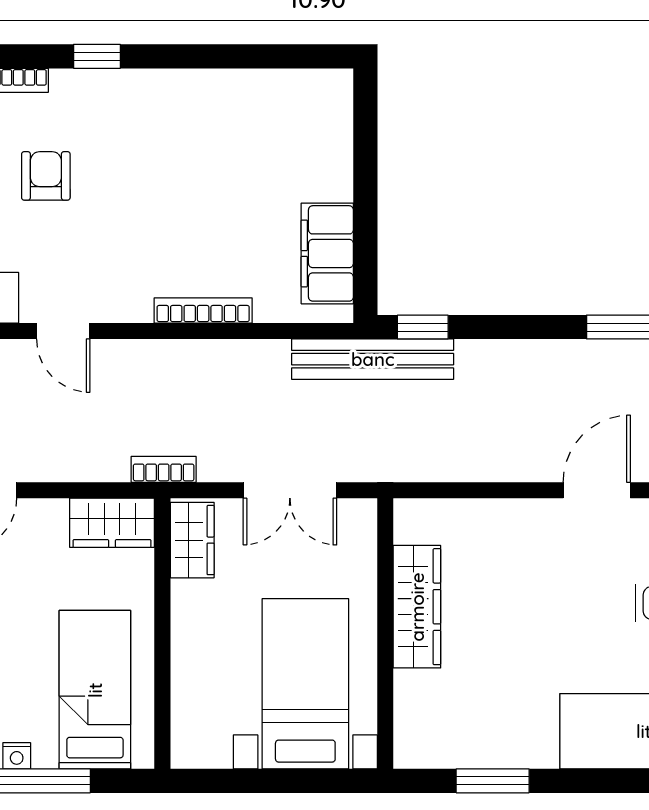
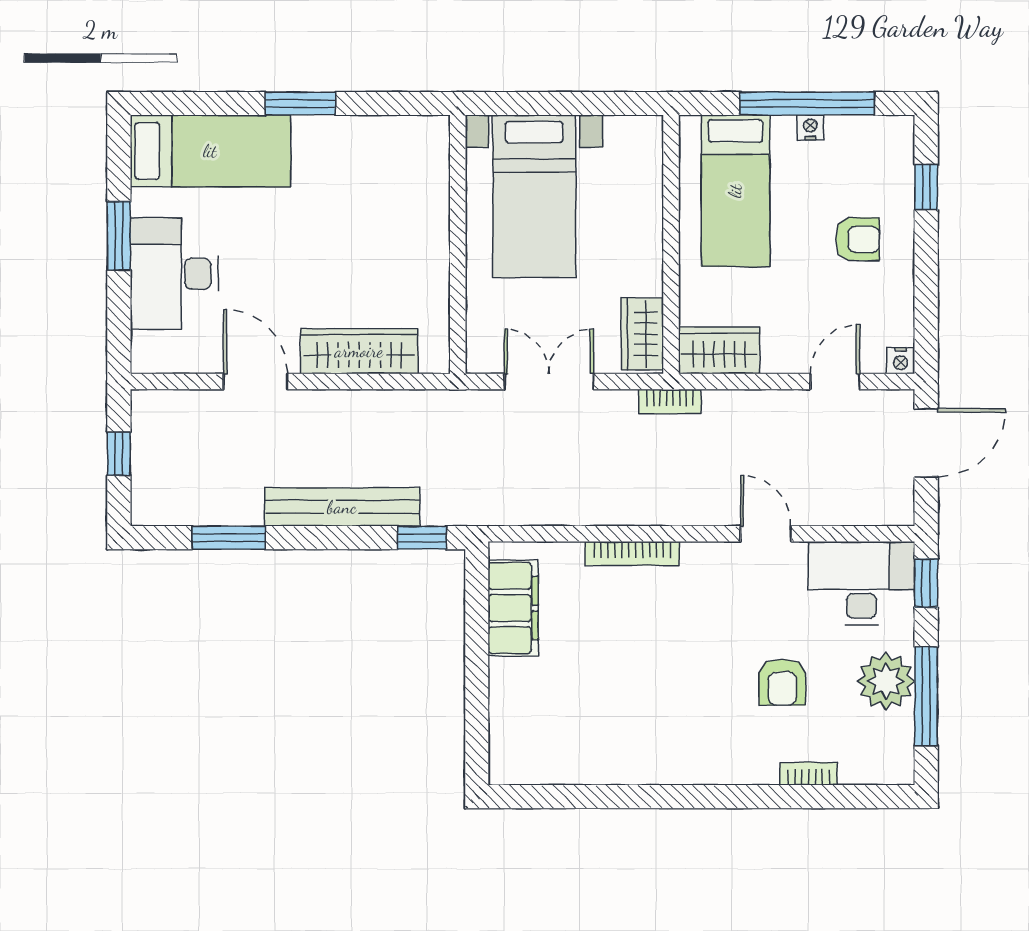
window: (97, 56) -> (734, 797), removed
bench: (373, 359) -> (342, 507), moved
door: (597, 490) -> (256, 382), swing flipped
wardrobe: (417, 607) -> (359, 351), moved, turned 90
window: (493, 781) -> (300, 104), moved

